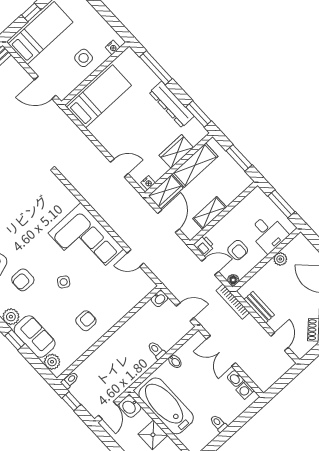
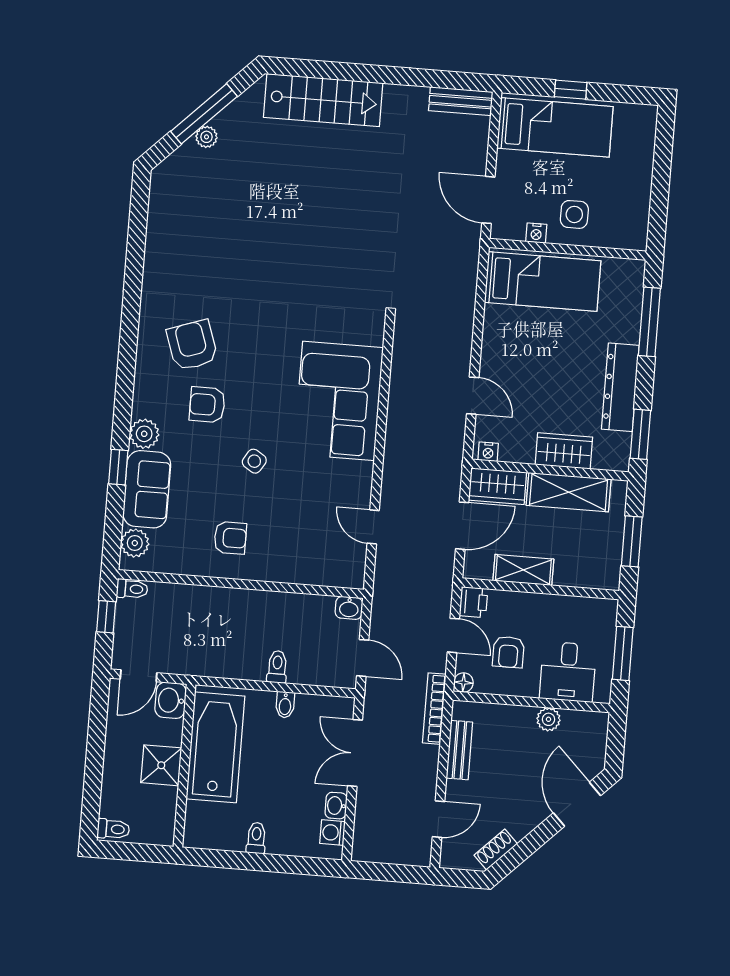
nightstand: (113, 47) -> (536, 233), moved
corner sofa: (86, 241) -> (339, 401), moved

